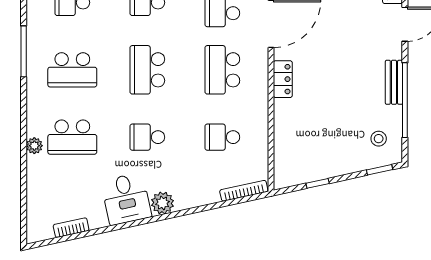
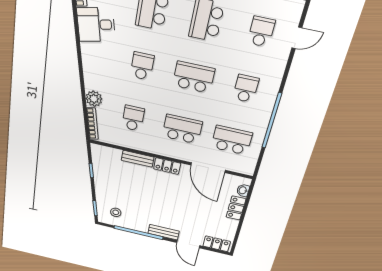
bench: (394, 82) -> (164, 232), moved
bench: (282, 121) -> (138, 159), added
desk: (126, 199) -> (96, 25), moved
plant: (163, 203) -> (94, 99), moved

